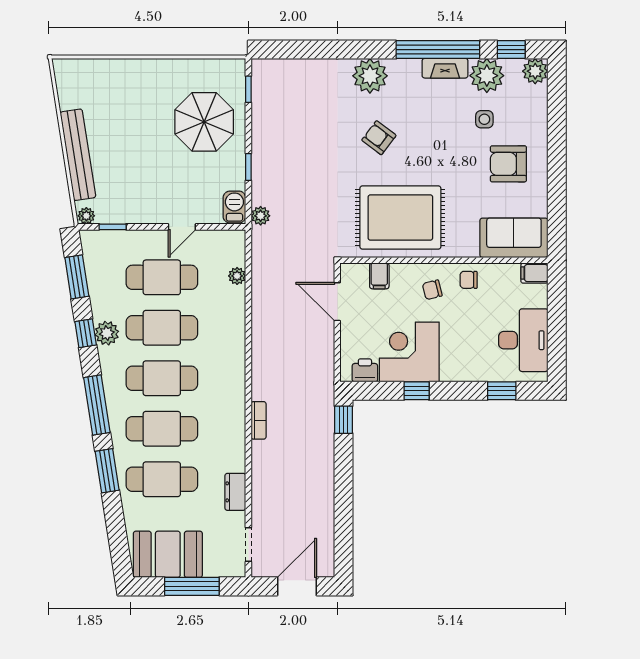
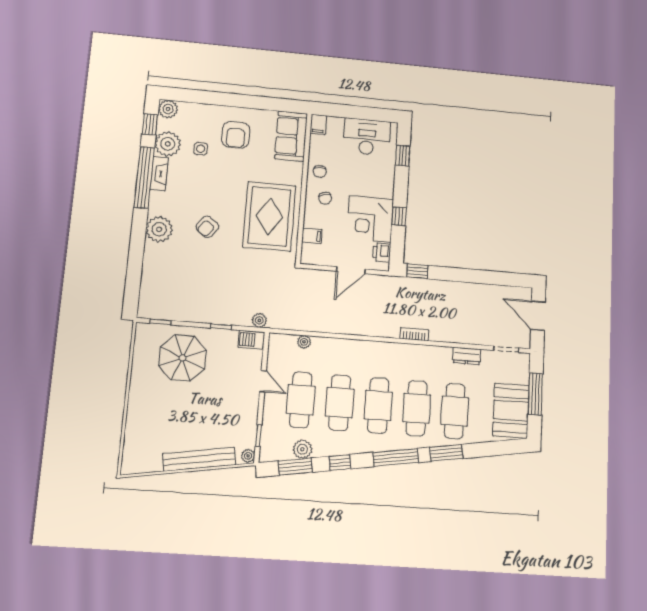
door: (337, 302) -> (351, 270), moved
plant: (107, 333) -> (302, 449), moved

